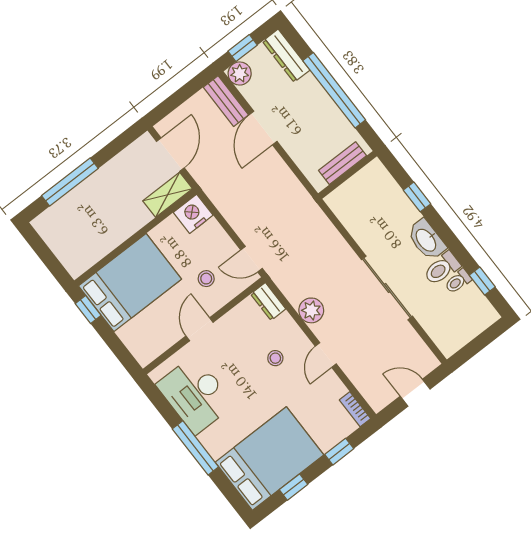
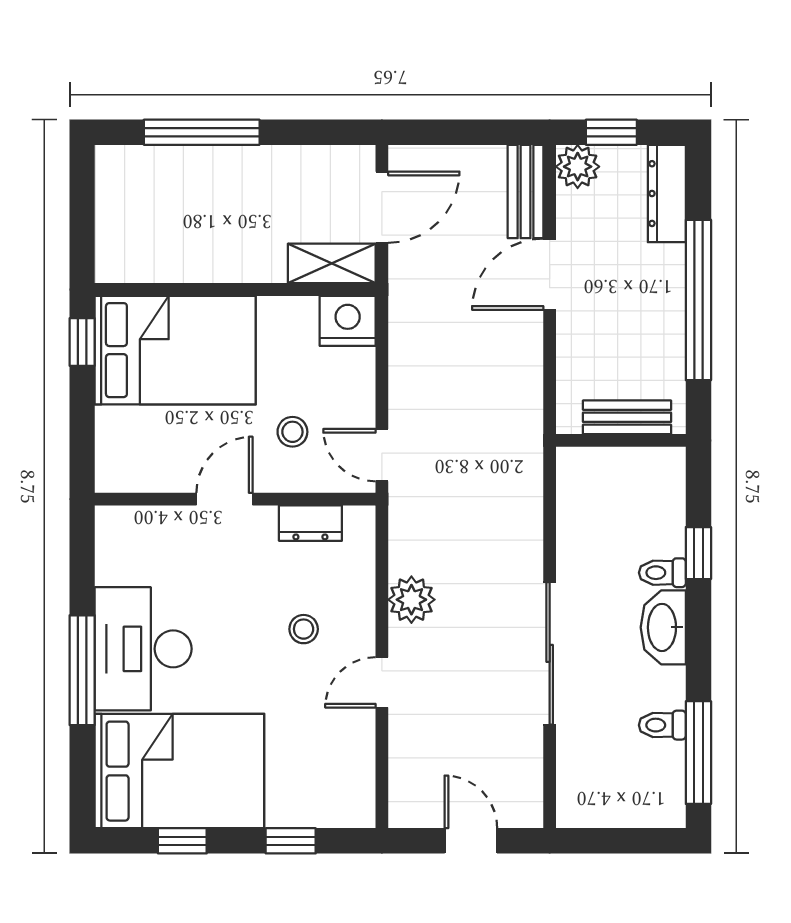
toilet: (442, 268) -> (662, 573), moved, width x0.73, depth x0.72
window: (482, 281) -> (698, 753), width x2.17
dresser: (268, 302) -> (310, 523), moved, turned -90
desk: (195, 395) -> (143, 649), moved
bookcase: (355, 409) -> (363, 796), removed

